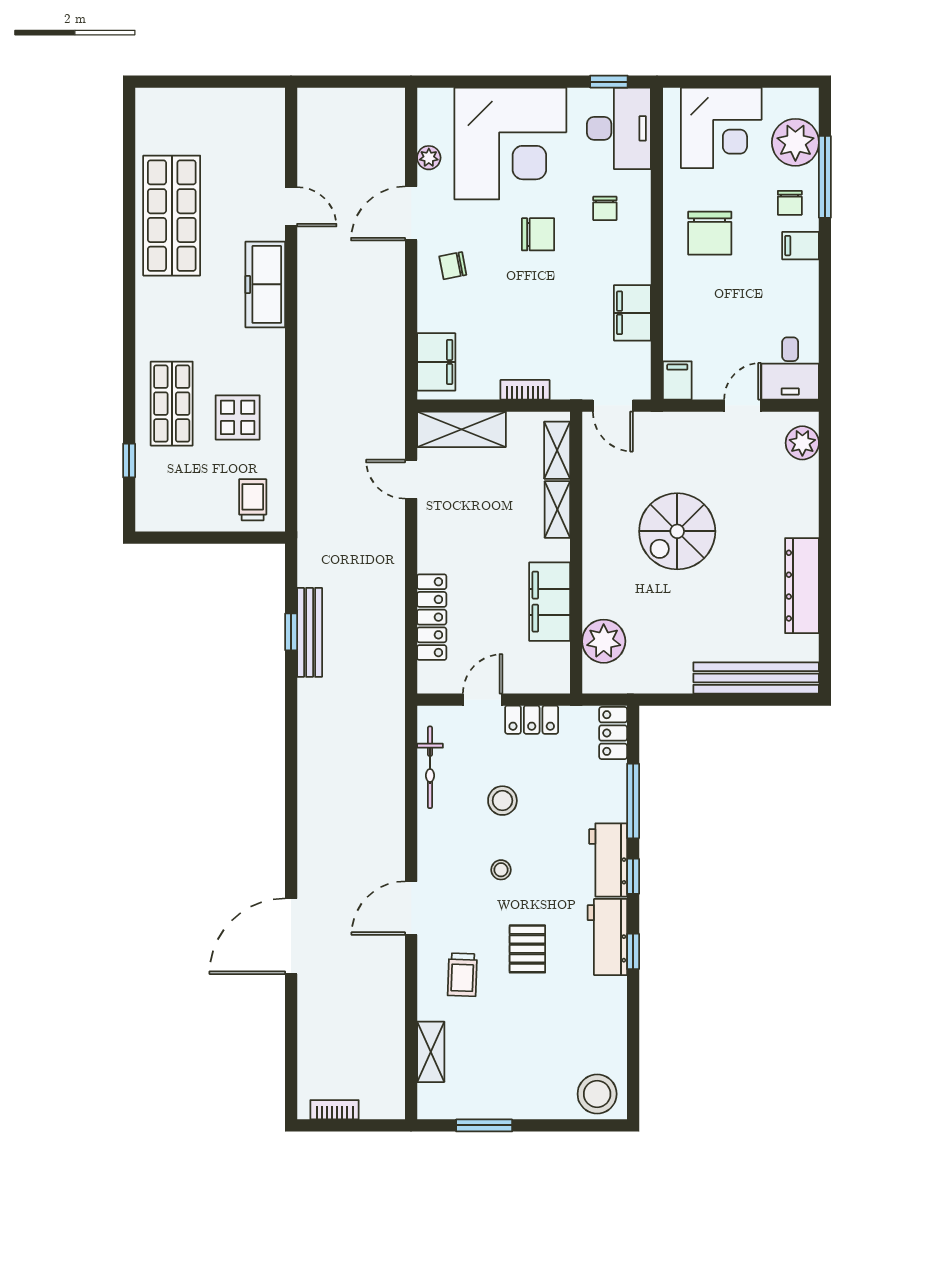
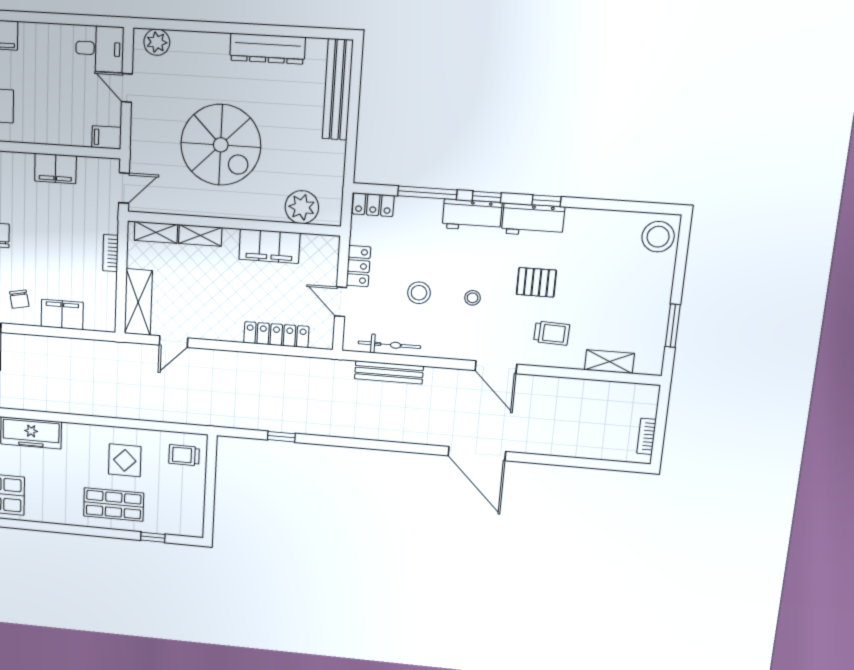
filing cabinet: (436, 362) -> (62, 315), moved
spiral stairs: (677, 531) -> (221, 145), width x1.37, depth x1.37
bench: (310, 632) -> (389, 372), moved
door: (291, 936) -> (477, 454), moved

